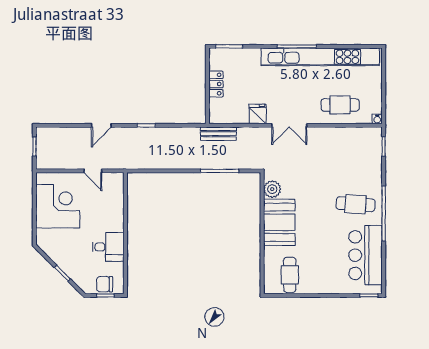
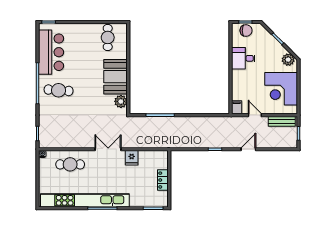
bench: (218, 134) -> (282, 121), moved
filing cabinet: (117, 181) -> (237, 107), added
plant: (48, 245) -> (288, 60), added

